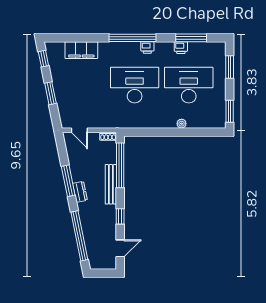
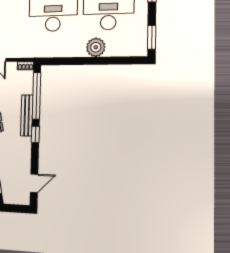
plant: (182, 124) -> (96, 47), width x1.87, depth x1.87
window: (120, 216) -> (35, 134), moved

